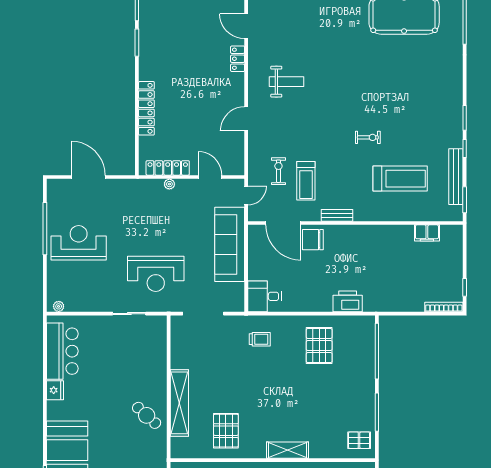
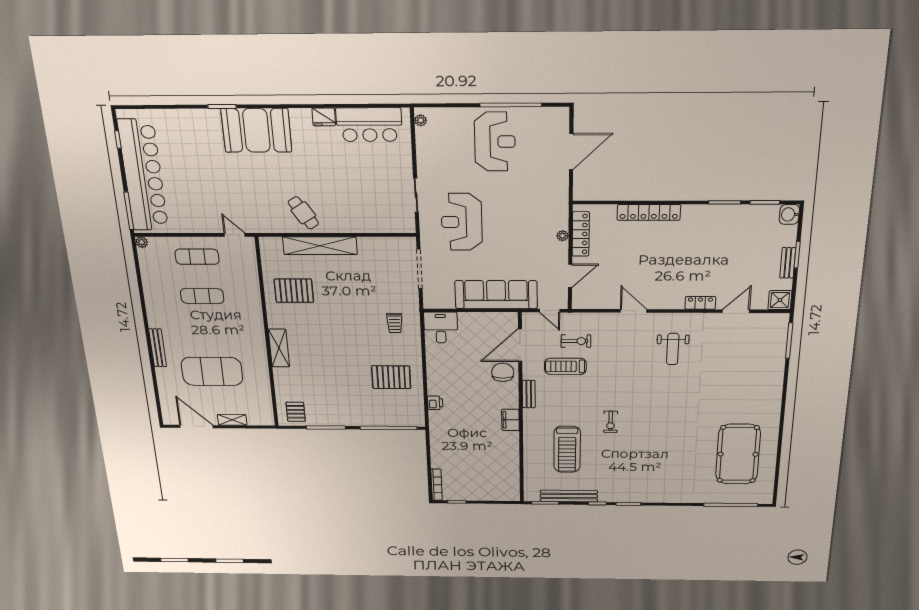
filing cabinet: (427, 233) -> (510, 420), moved
printer: (348, 301) -> (435, 403), width x0.53, depth x0.68
cafe table: (147, 415) -> (303, 213), turned -75

